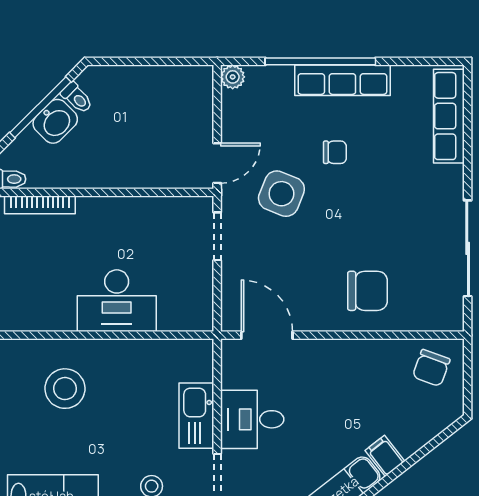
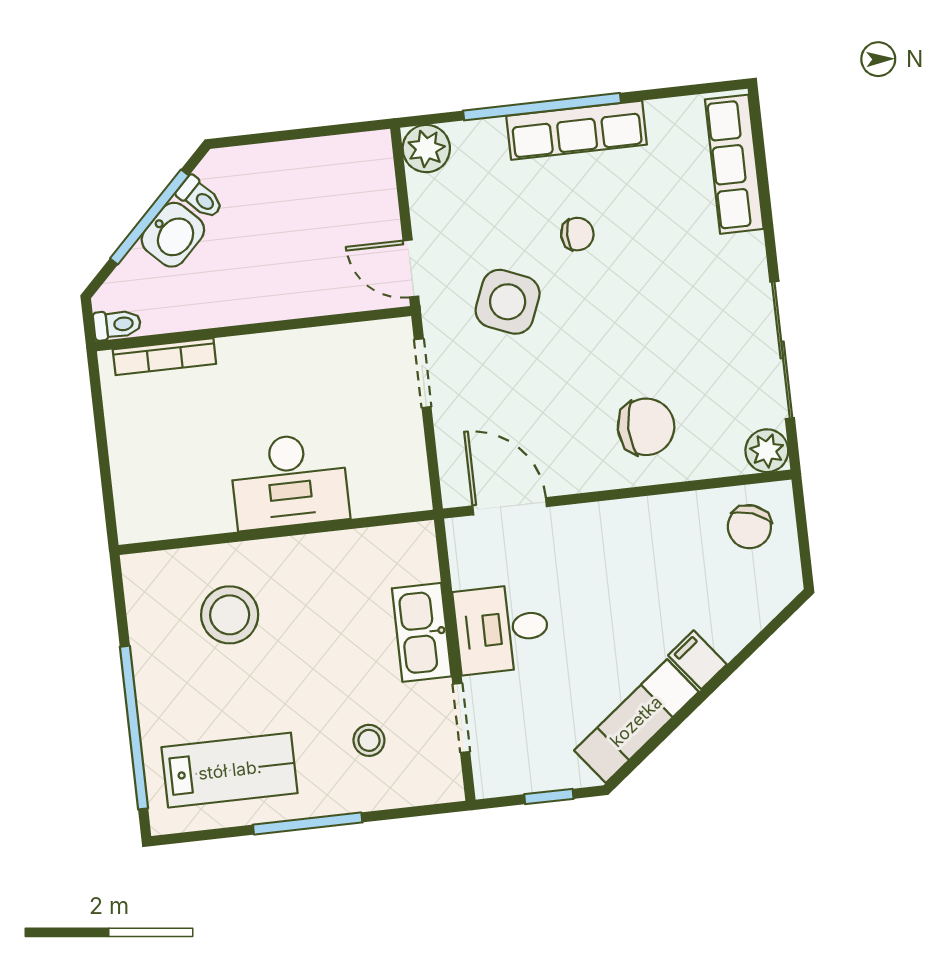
plant: (233, 77) -> (426, 149), width x1.38, depth x1.38
door: (217, 163) -> (411, 268), swing flipped
plant: (449, 317) -> (767, 451), added

